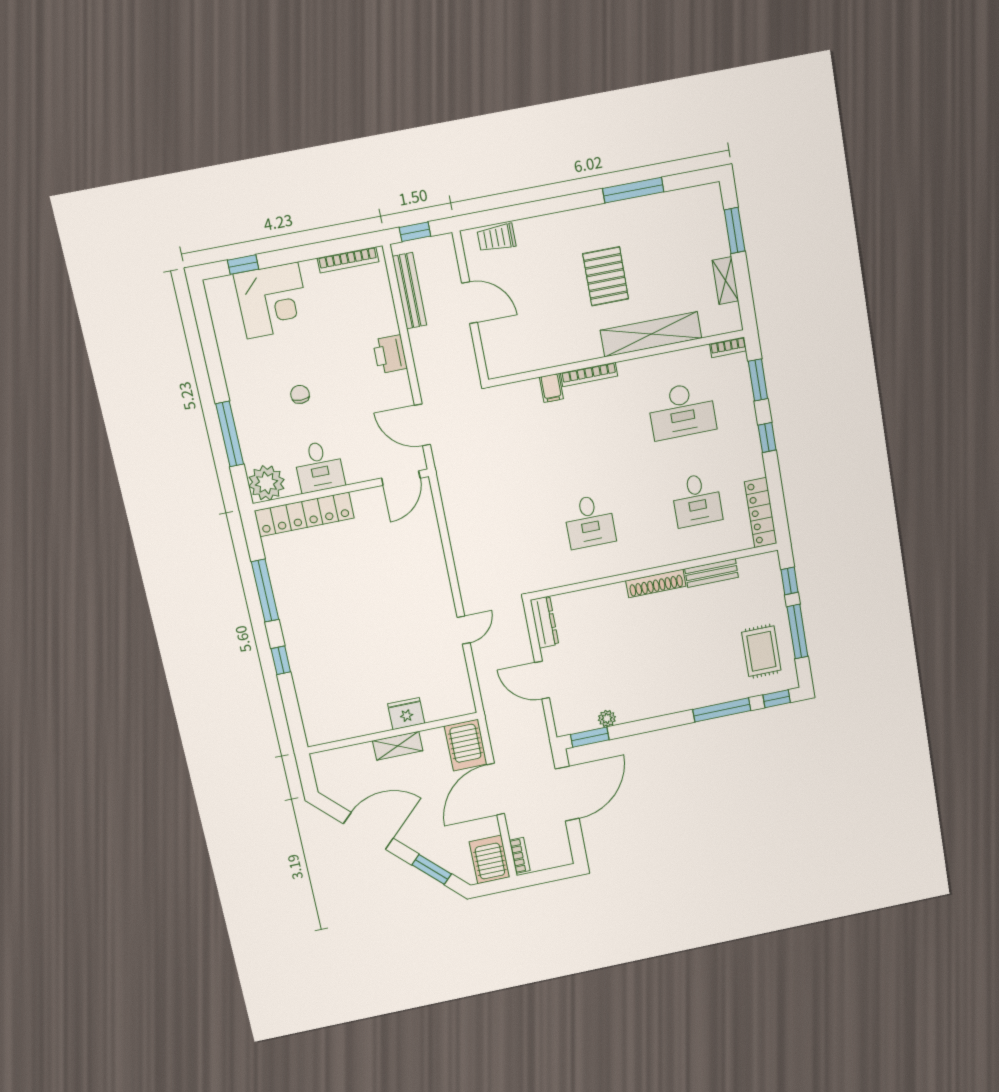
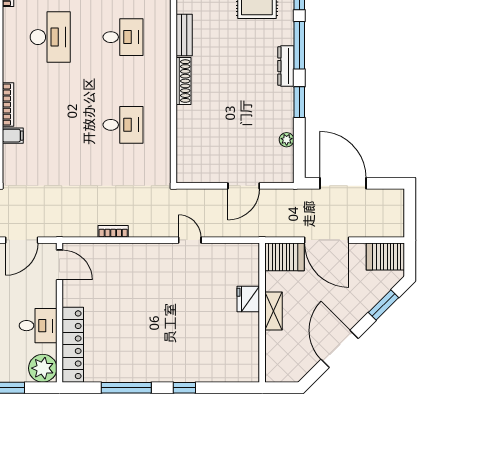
dresser: (544, 622) -> (286, 66), moved, turned -90
window: (590, 737) -> (299, 102), moved
bookcase: (520, 855) -> (113, 231), moved

